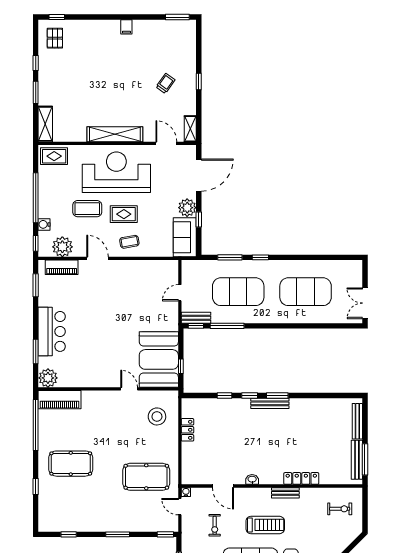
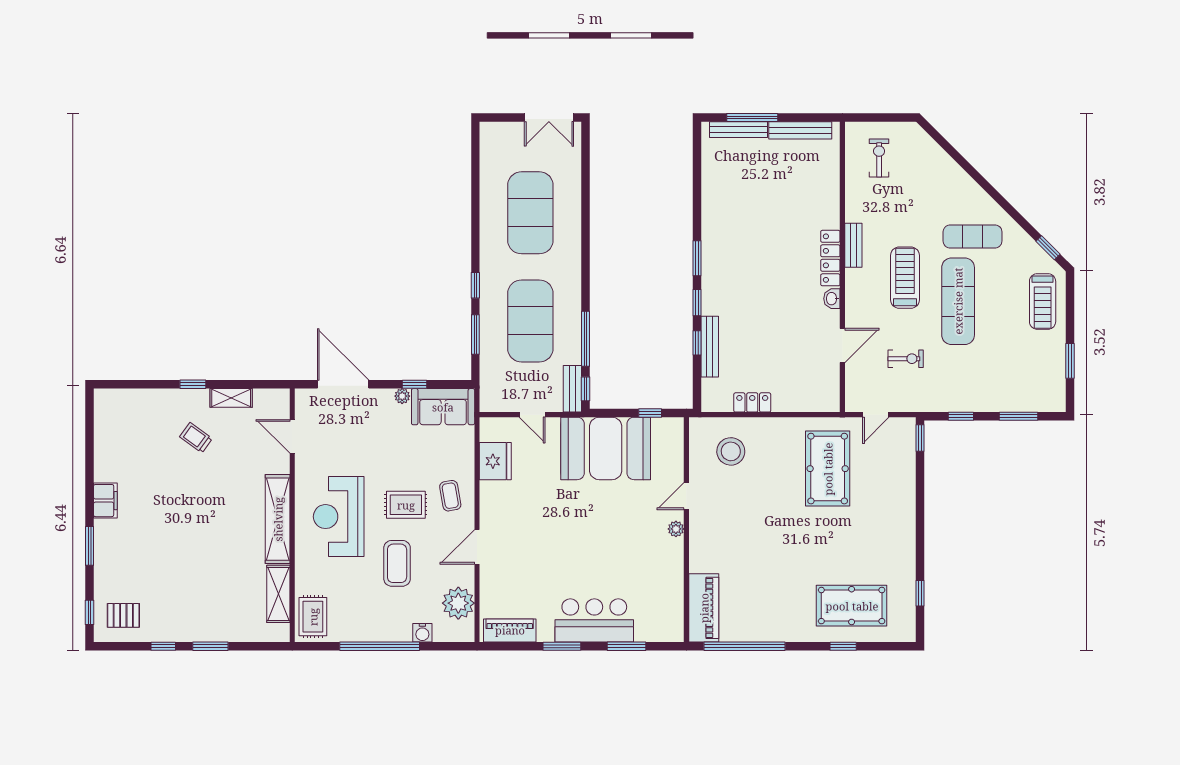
window: (177, 17) -> (89, 546), moved
filing cabinet: (126, 27) -> (105, 501), width x2.00
shelving: (45, 124) -> (278, 594), moved, turned 90
shelving: (190, 129) -> (231, 398), moved
door: (166, 143) -> (292, 436), hinge flipped
reception desk: (116, 172) -> (339, 517), width x0.74, depth x0.77
plant: (187, 208) -> (402, 396), width x0.53, depth x0.53
rug: (124, 214) -> (406, 505), turned 90
window: (36, 243) -> (453, 646), removed
piano: (62, 267) -> (510, 630), moved, turned -90
fridge: (151, 270) -> (495, 461), added
window: (36, 285) -> (562, 646), moved
booth: (159, 359) -> (606, 448), moved
plant: (48, 378) -> (676, 529), moved, width x0.53, depth x0.53
bench: (270, 403) -> (710, 347), moved
window: (365, 459) -> (752, 117), moved
pool table: (71, 464) -> (852, 606), moved, turned 90
locker: (301, 478) -> (830, 258), moved
water cooler: (186, 492) -> (852, 405), removed
window: (118, 534) -> (920, 515), removed

